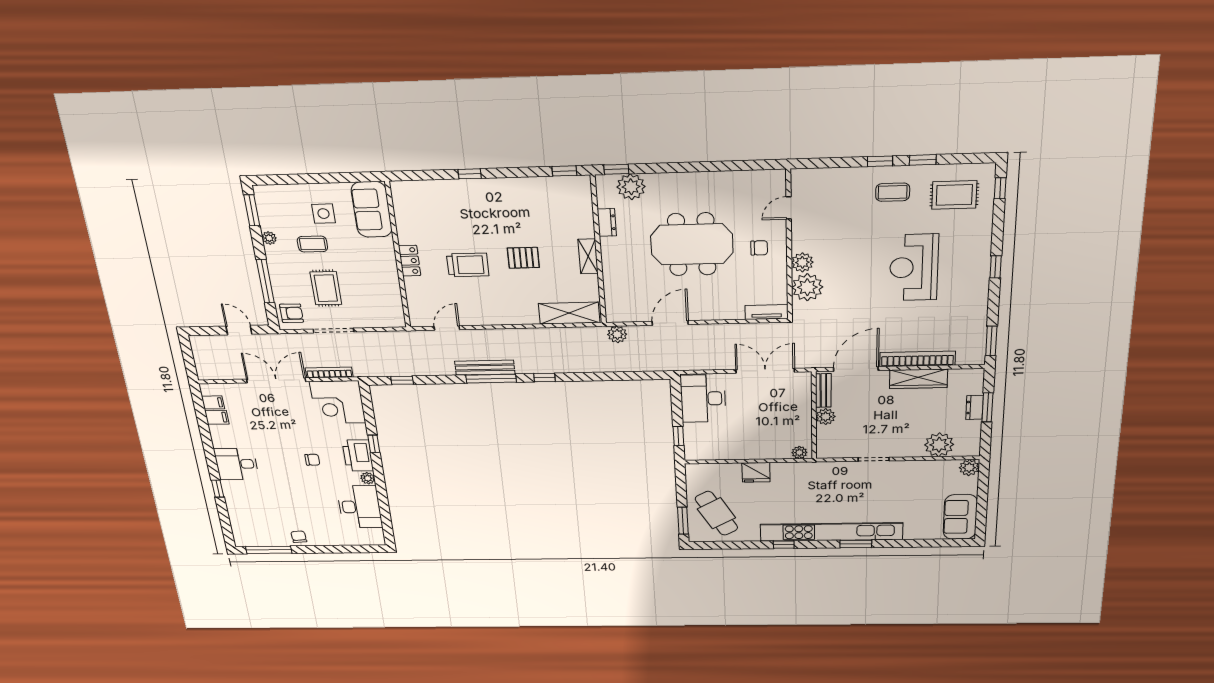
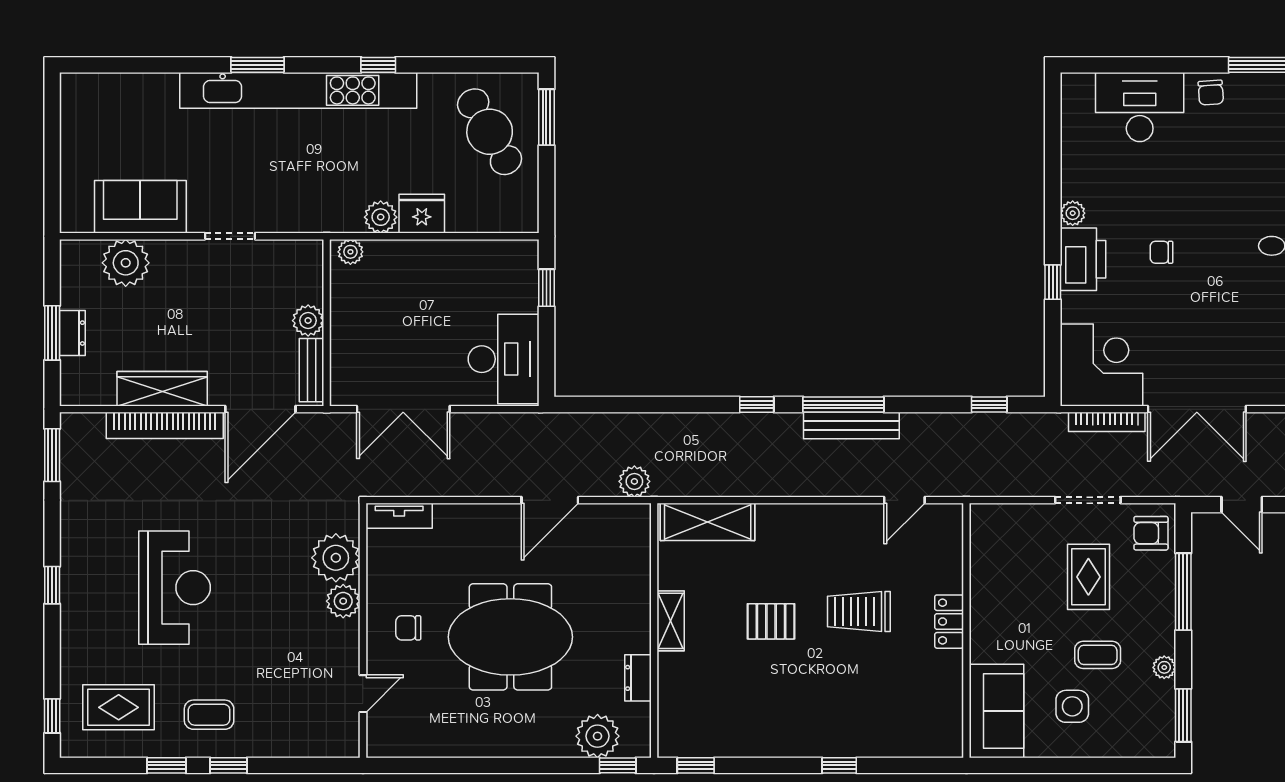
plant: (969, 468) -> (381, 217), moved
desk: (360, 507) -> (1140, 107), moved, turned 90
sofa: (960, 517) -> (140, 207), moved, turned -90

